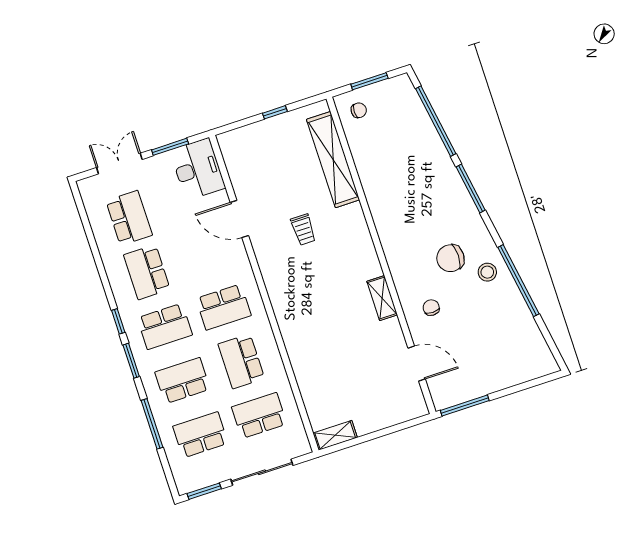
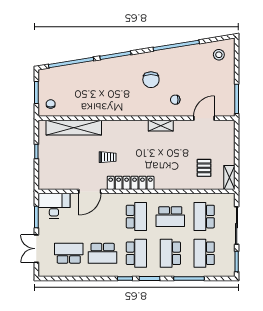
stool: (487, 272) -> (219, 55), moved
locker: (274, 280) -> (131, 183), added
pallet: (337, 390) -> (204, 168), added

